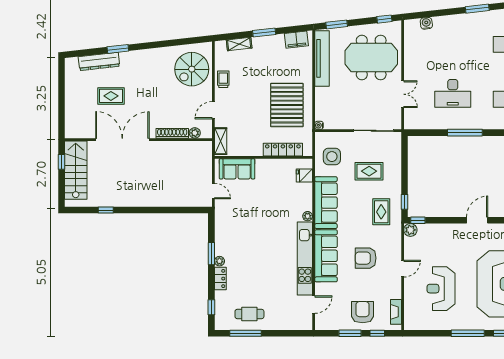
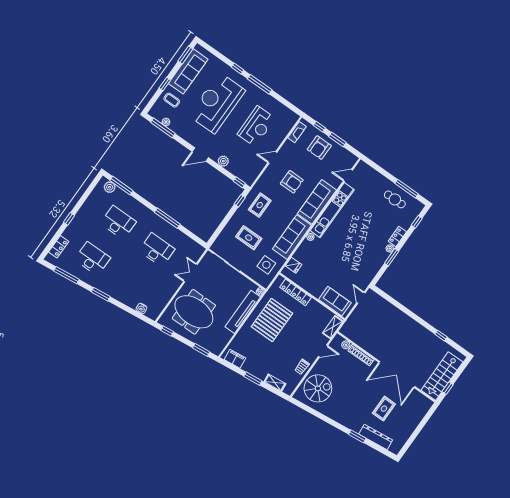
tv unit: (322, 58) -> (243, 312), moved
rug: (111, 96) -> (384, 409), turned 90
plant: (410, 230) -> (223, 161), moved

